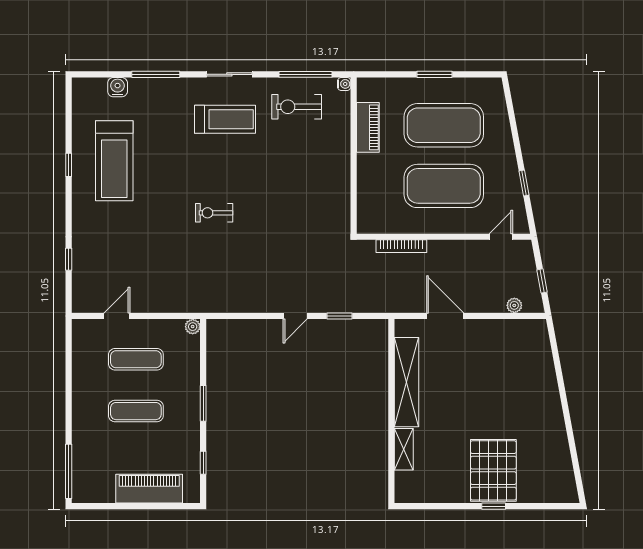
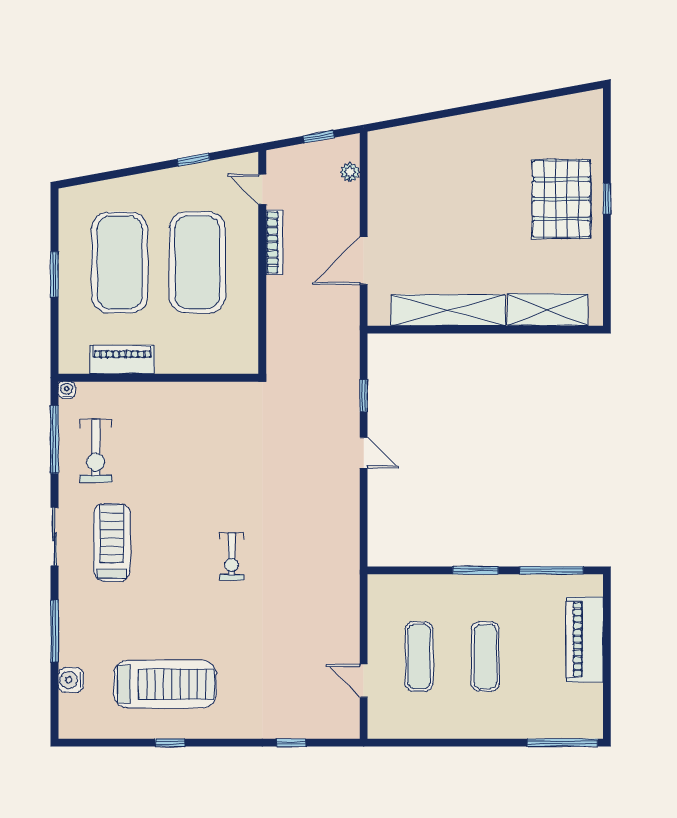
bookcase: (401, 246) -> (274, 242), moved
plant: (193, 327) -> (377, 584), removed
shelving: (404, 449) -> (548, 310), width x1.50, depth x1.33
window: (203, 463) -> (551, 570), width x2.17
pallet: (493, 470) -> (561, 199), turned 90

